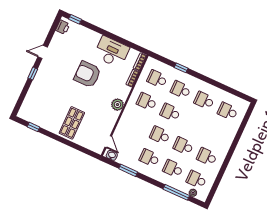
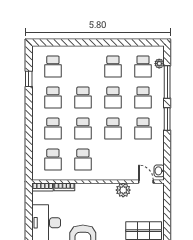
window: (181, 68) -> (29, 79), moved
plant: (117, 105) -> (123, 190), moved
school desk: (194, 123) -> (83, 97), added
door: (108, 142) -> (146, 182), hinge flipped
window: (128, 170) -> (167, 119), moved

